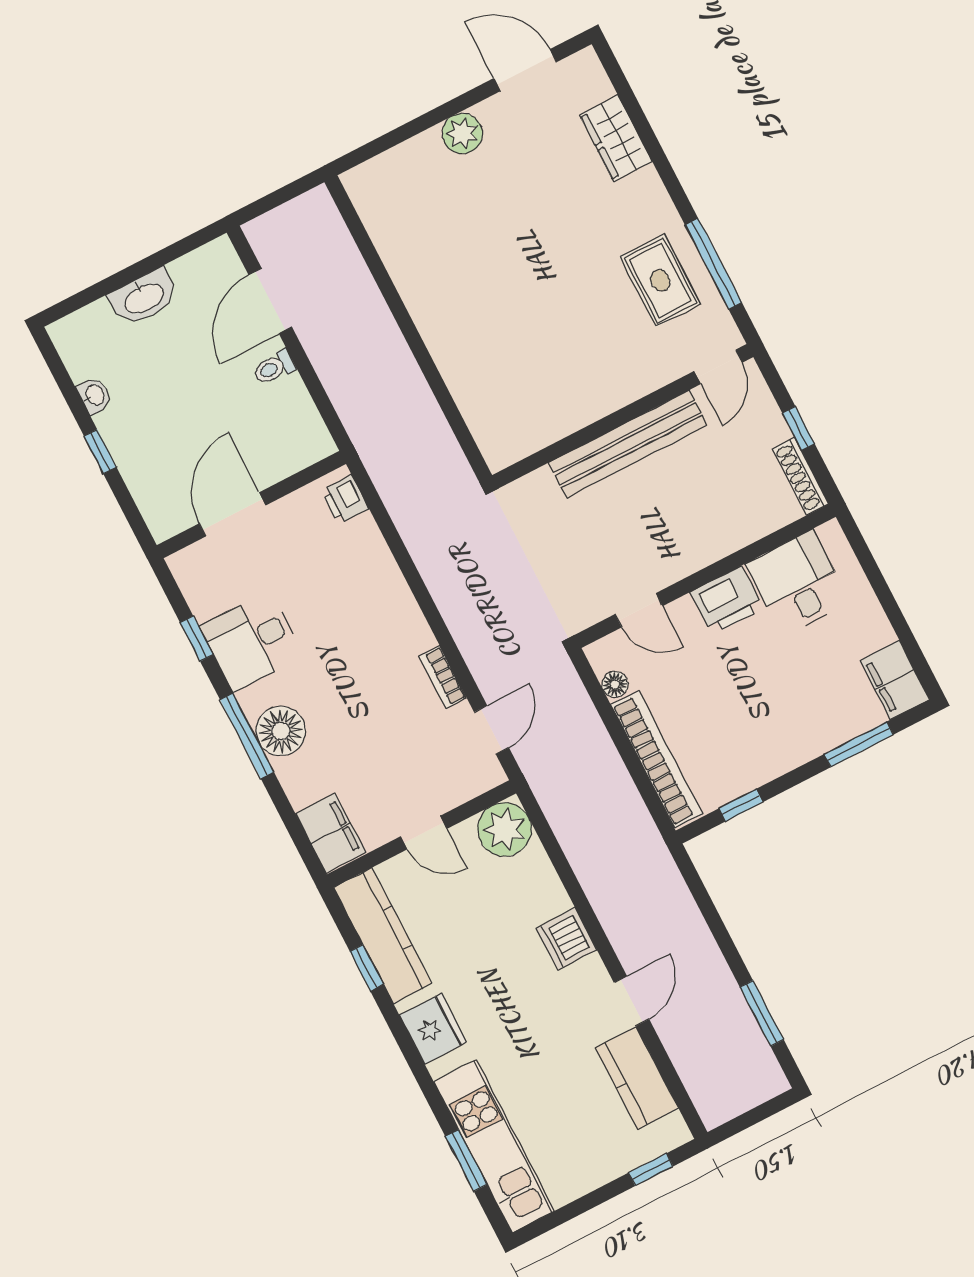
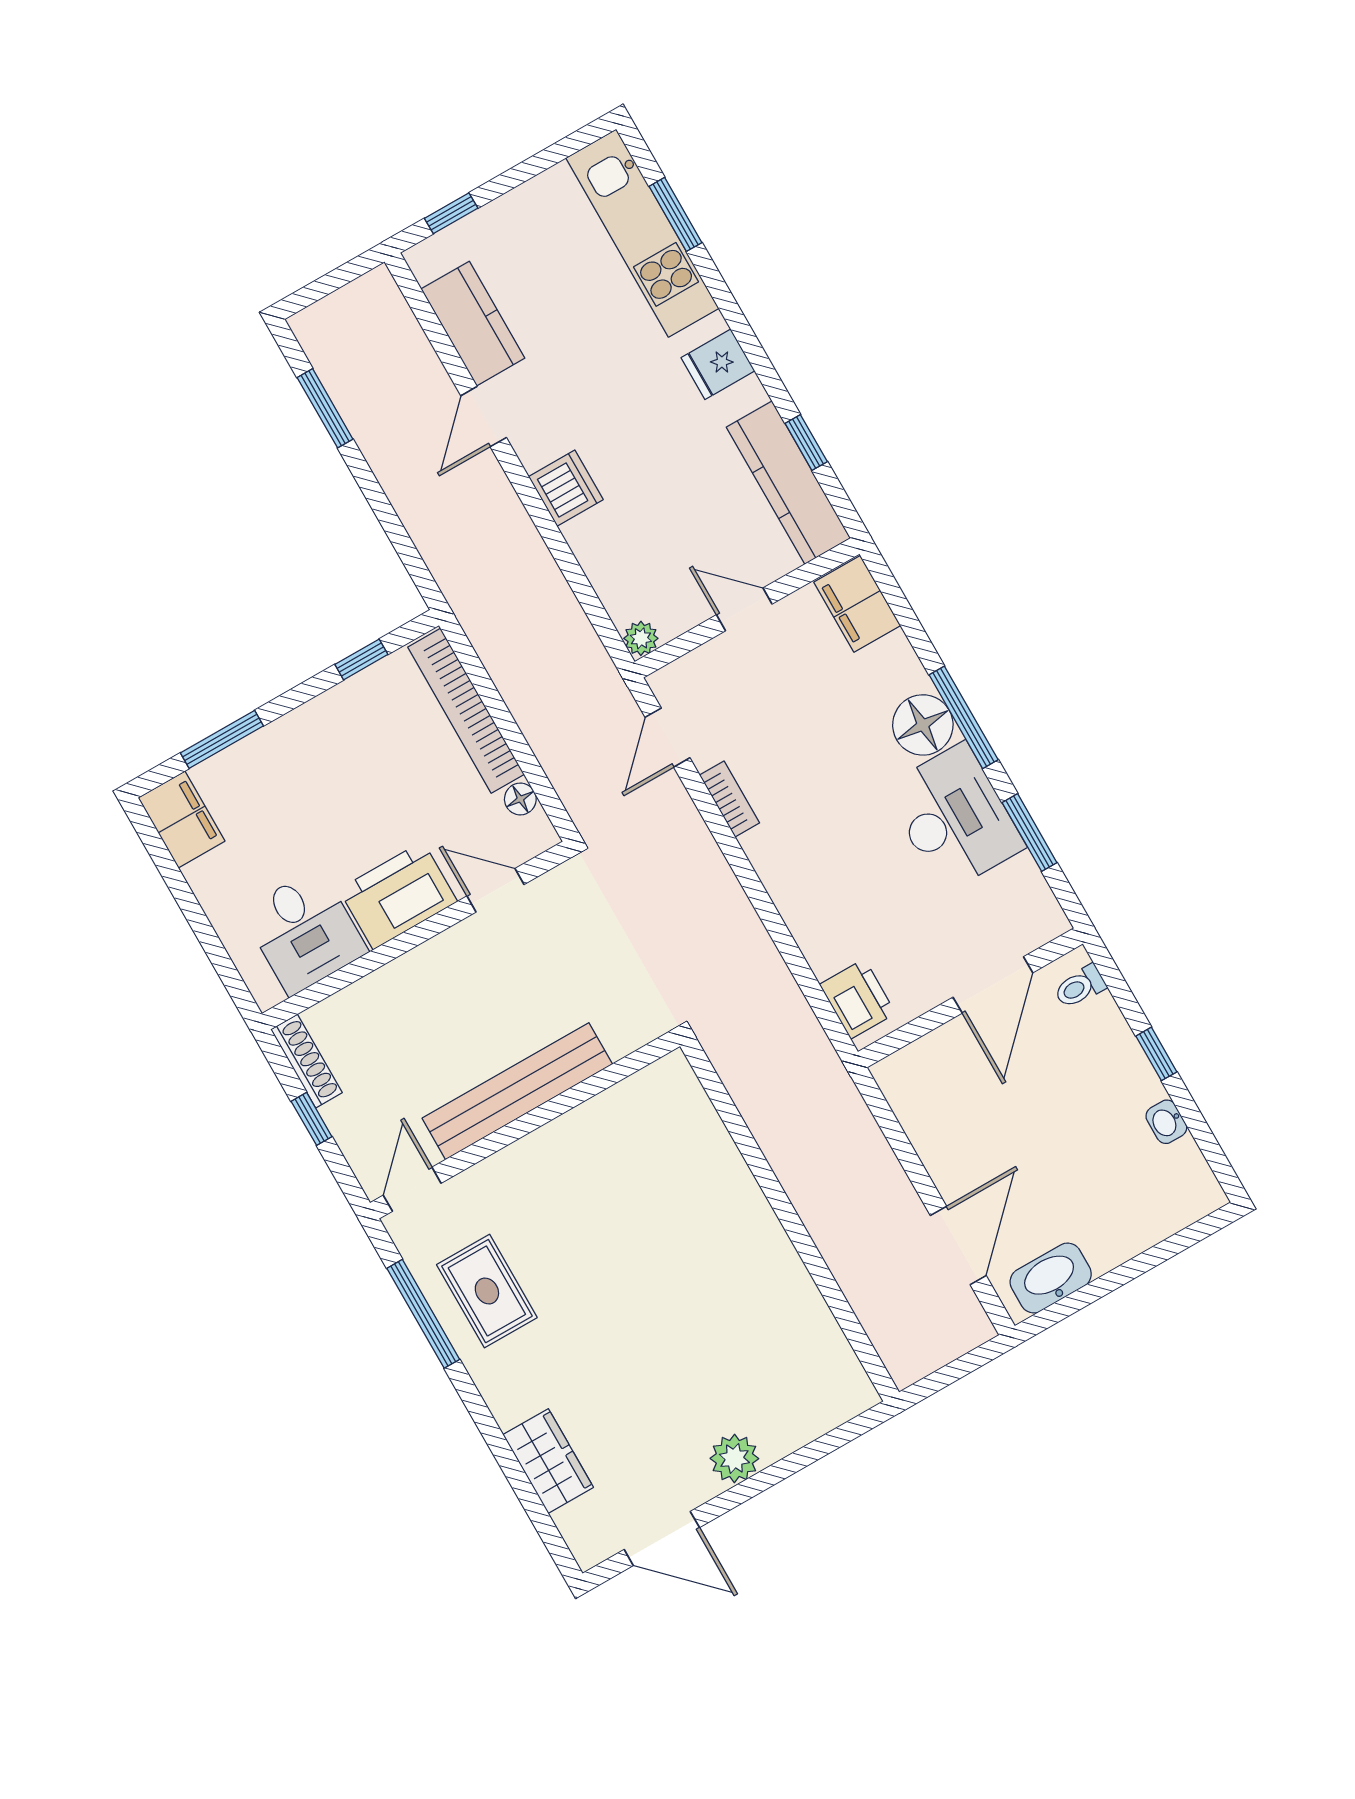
washbasin: (144, 297) -> (1051, 1278), moved
toilet: (274, 368) -> (1080, 987), moved, turned 180
printer: (345, 500) -> (858, 999), width x1.36, depth x1.24
printer: (727, 600) -> (398, 895), width x1.37, depth x1.19
window: (197, 639) -> (1030, 833), width x1.50
desk: (252, 641) -> (954, 818), width x1.37
plant: (505, 829) -> (641, 638), width x0.53, depth x0.53
fridge: (433, 1029) -> (718, 364), width x0.72

